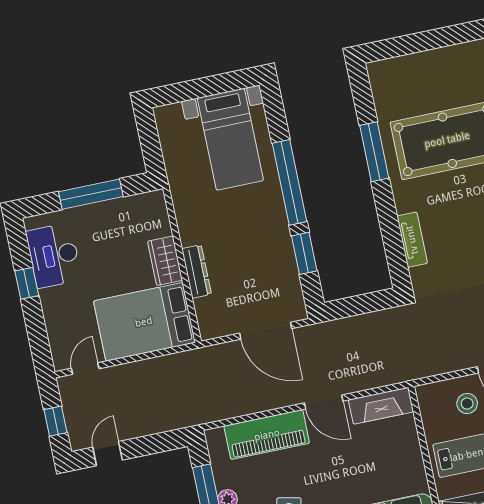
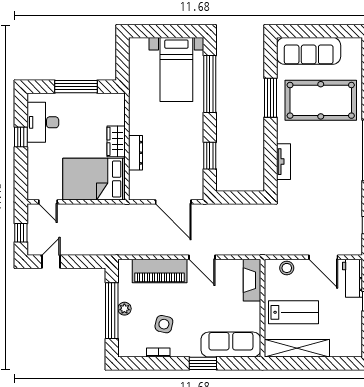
sofa: (415, 73) -> (309, 51), added
window: (289, 182) -> (210, 84), moved
door: (85, 368) -> (48, 202), swing flipped
stool: (467, 404) -> (287, 268), moved
fireplace: (381, 406) -> (252, 280), moved, turned 90

